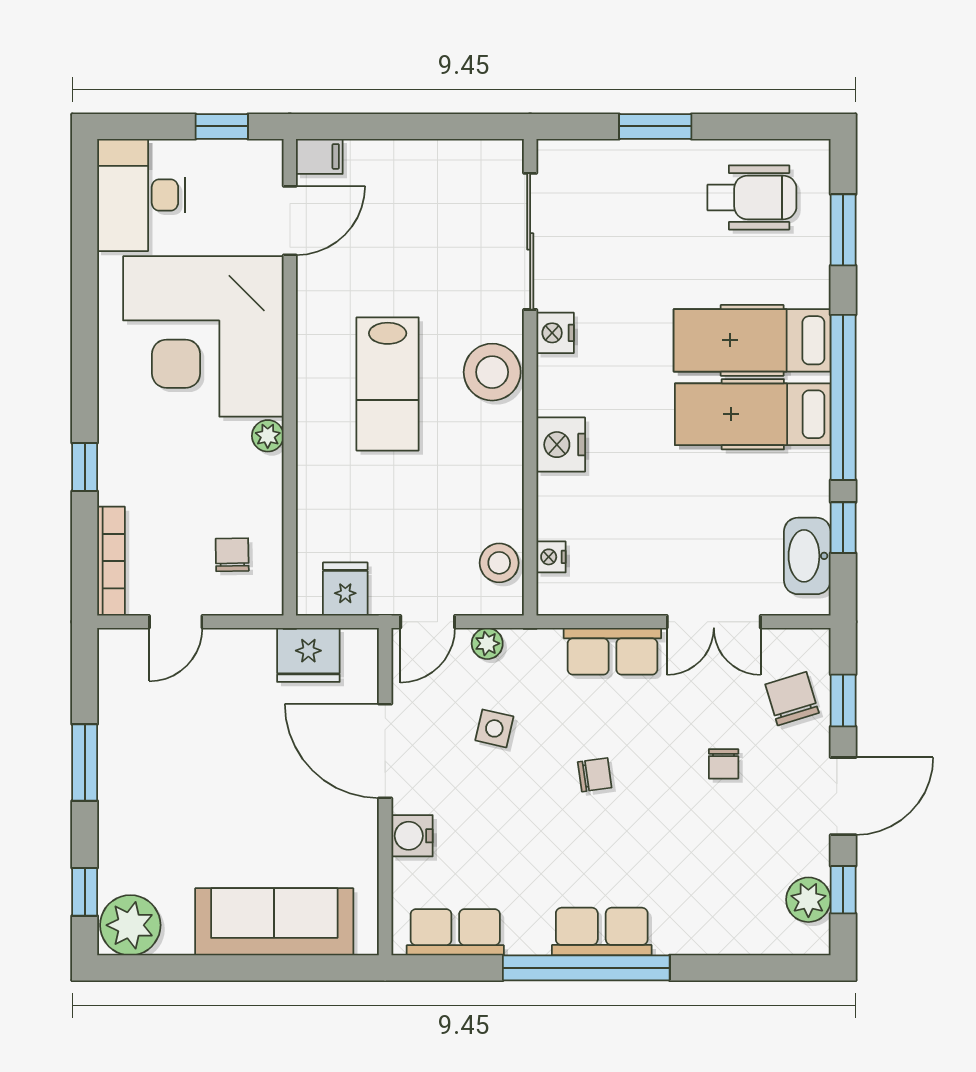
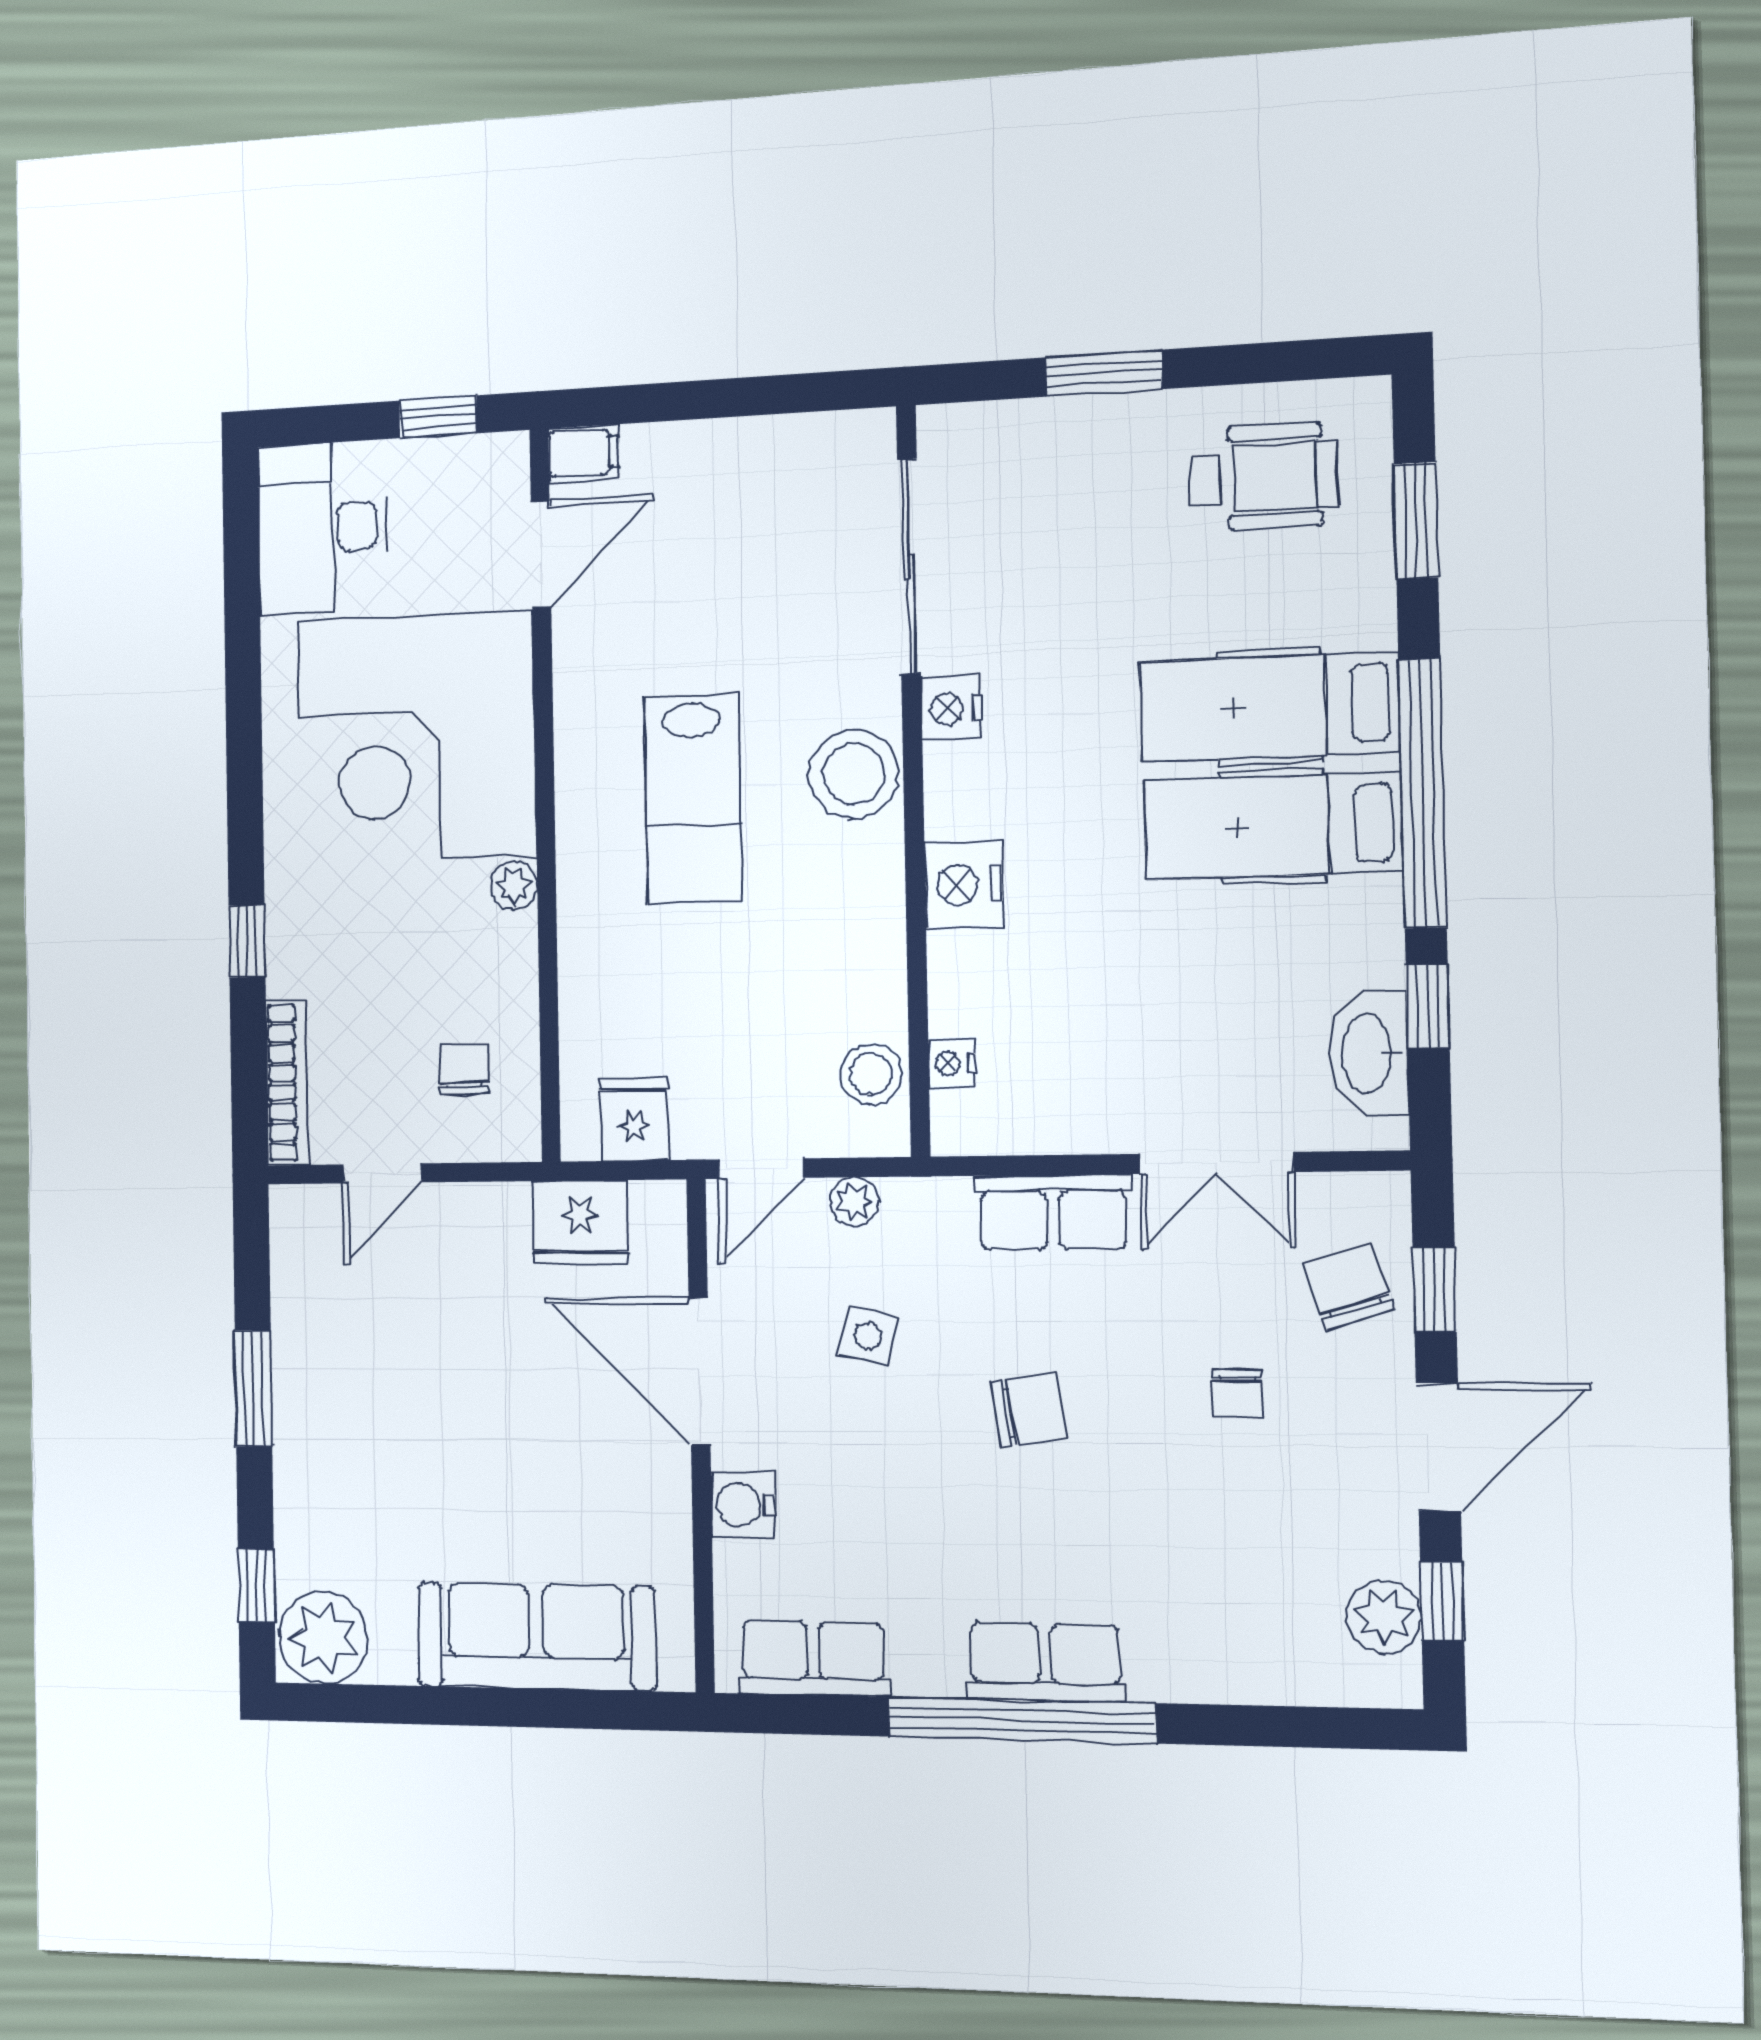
chair: (595, 775) -> (1029, 1410), width x1.37, depth x1.37

